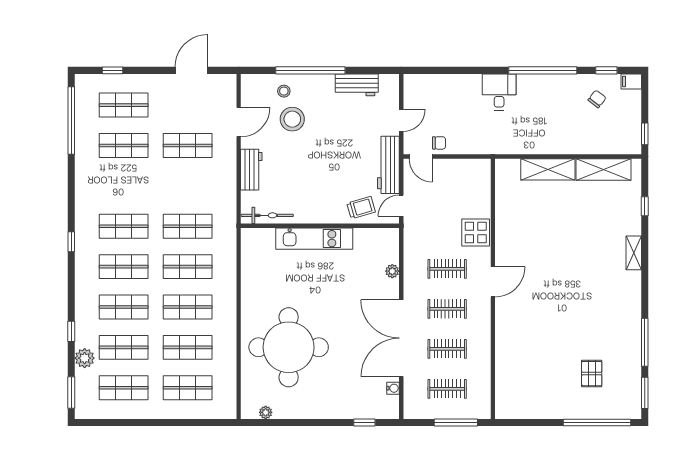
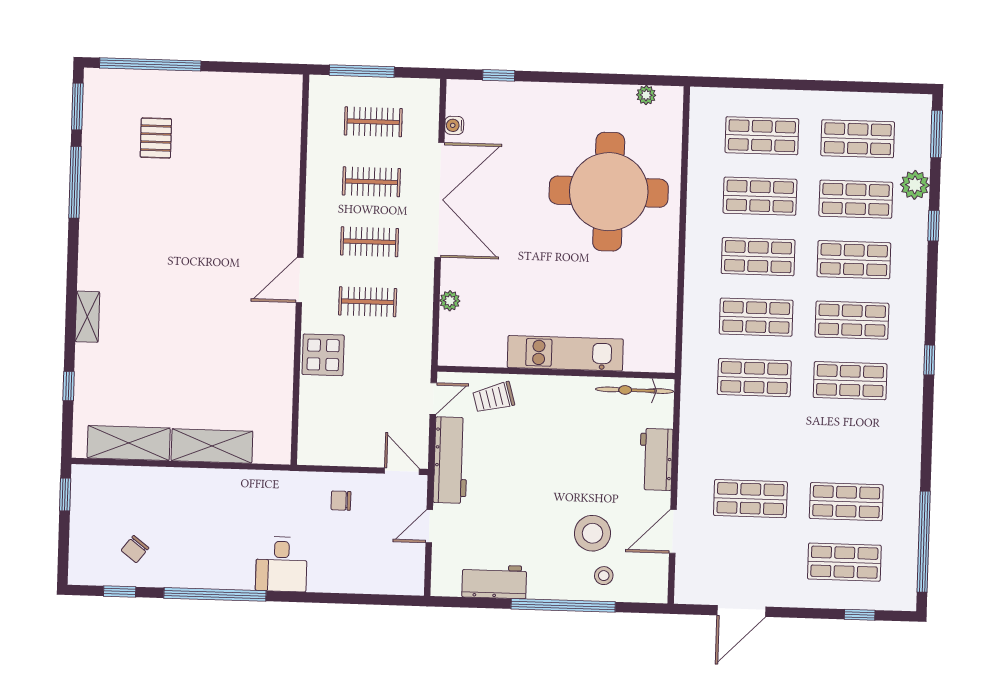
filing cabinet: (631, 81) -> (83, 574), removed
chair: (439, 143) -> (341, 501), moved

